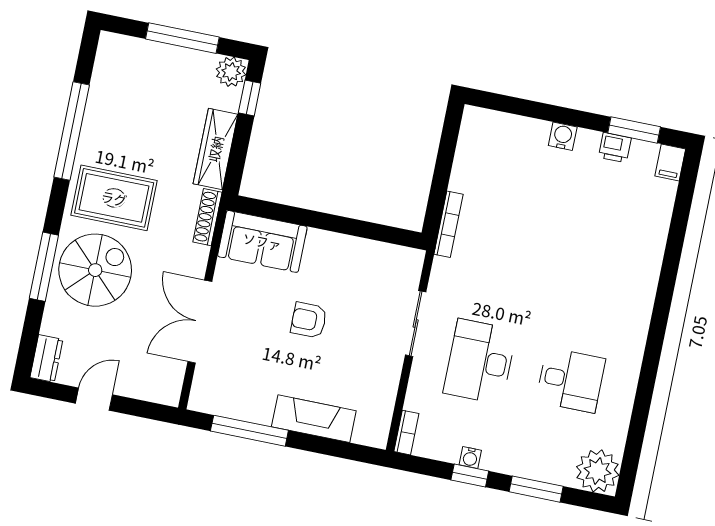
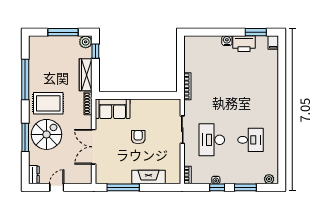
printer: (615, 148) -> (244, 44), width x1.87, depth x1.48
armchair: (309, 320) -> (138, 137), turned 90
plant: (598, 471) -> (269, 179), width x0.53, depth x0.53

